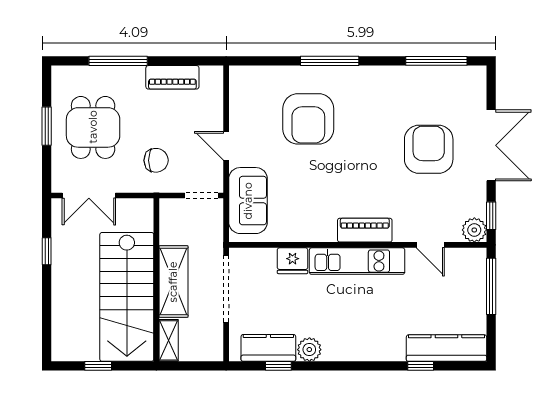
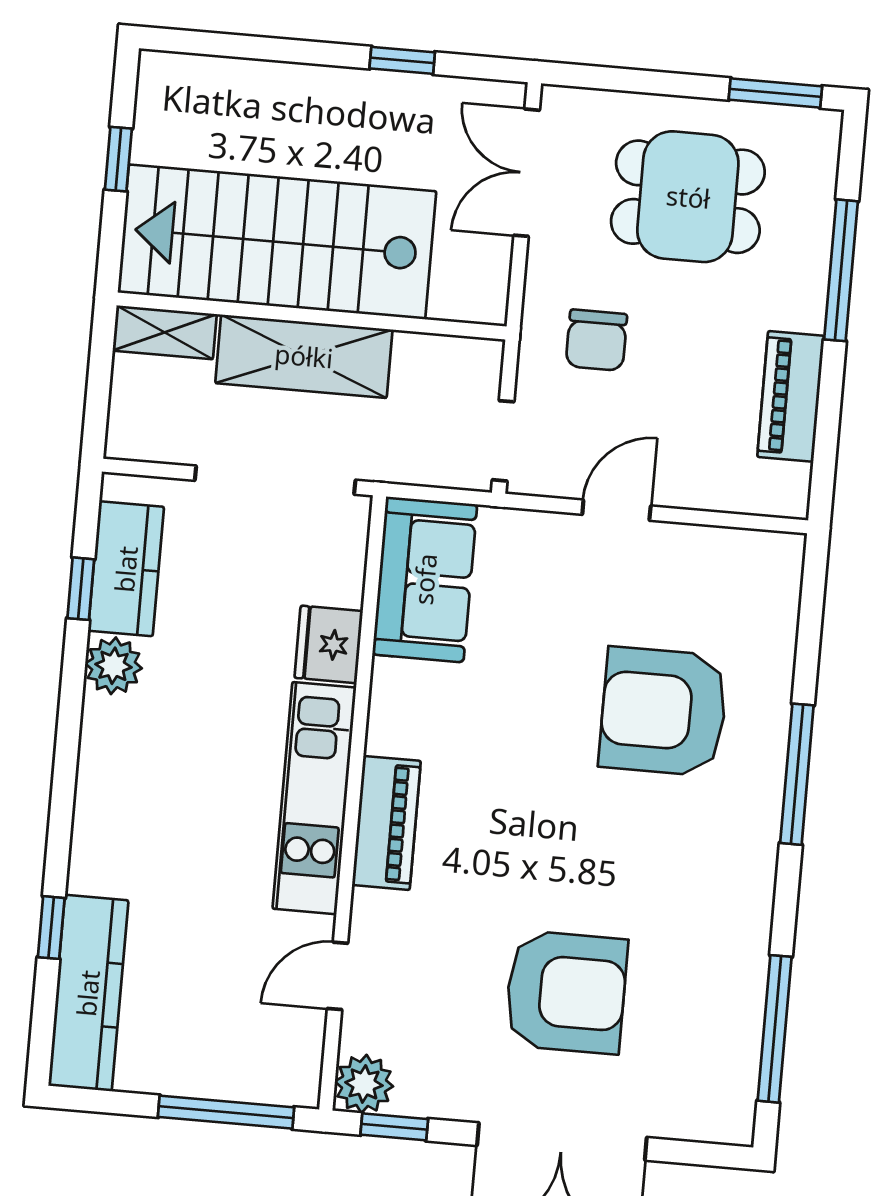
window: (47, 126) -> (775, 93), moved
sofa: (248, 201) -> (425, 579), moved, turned -90

